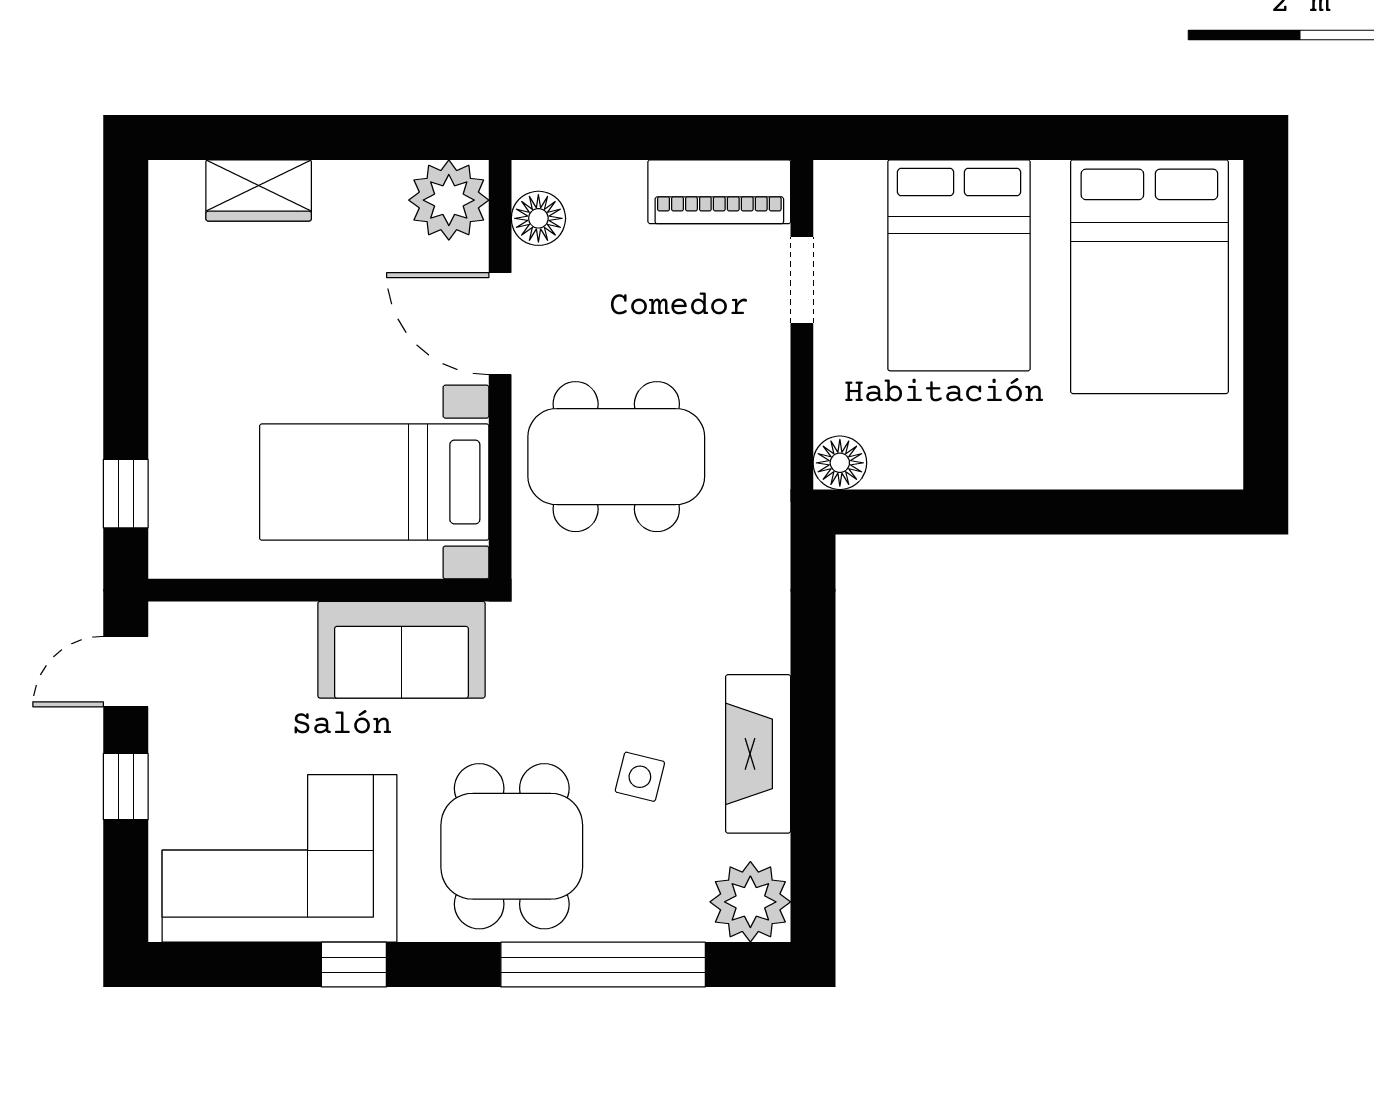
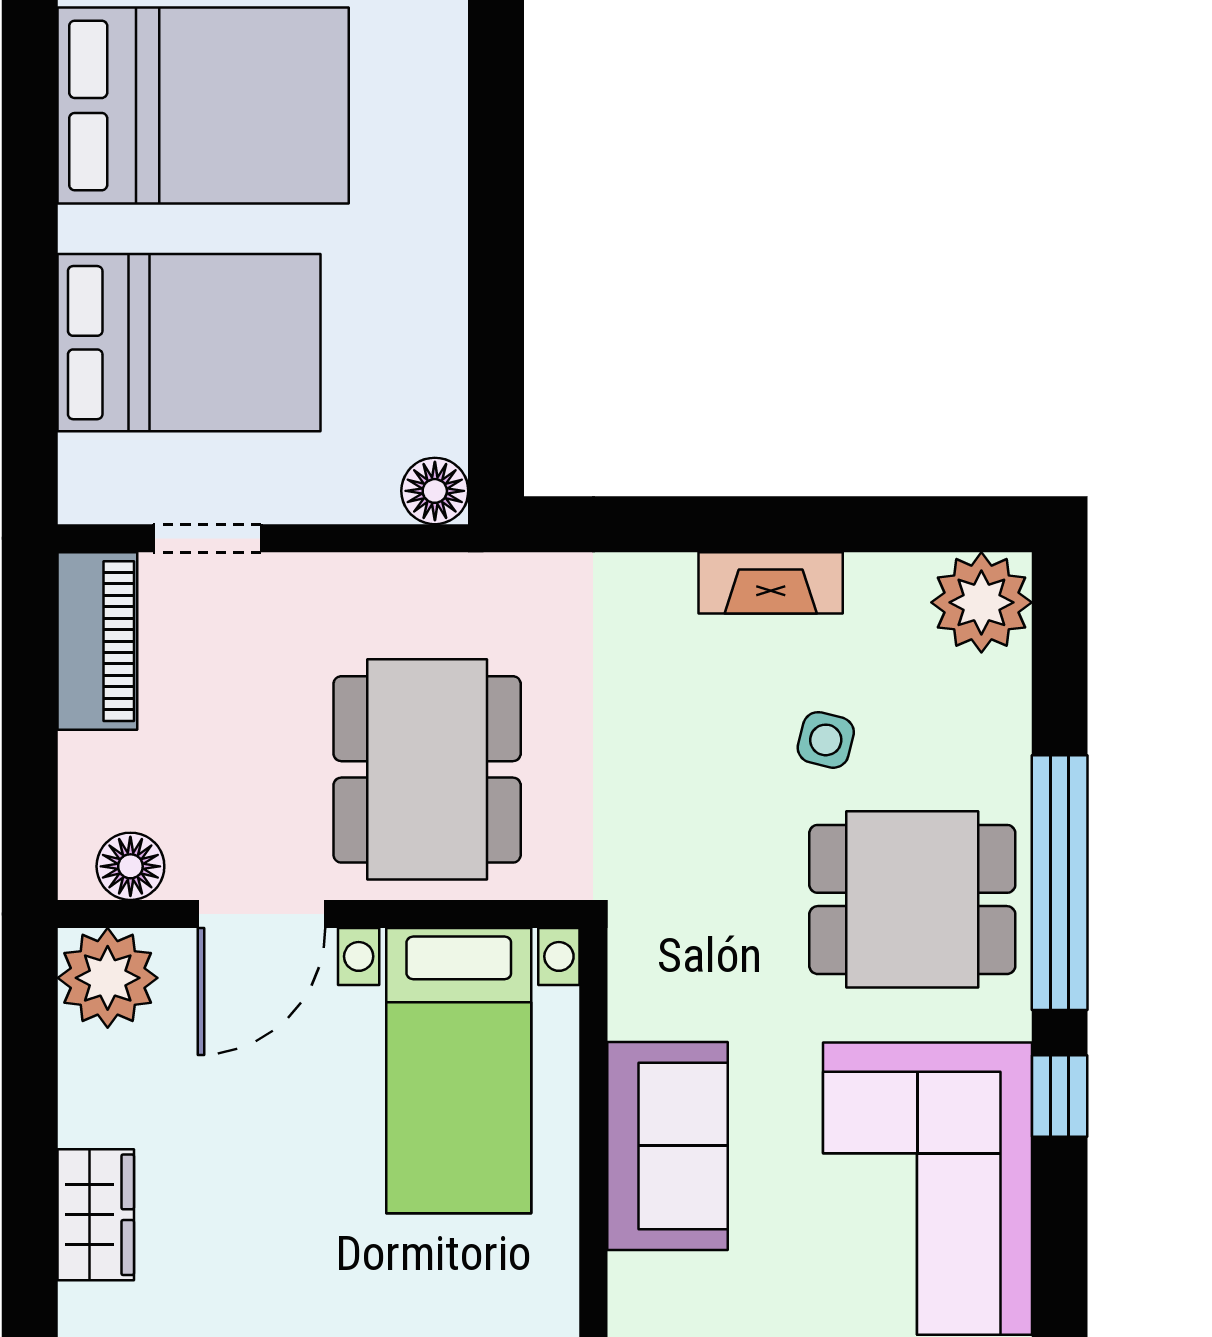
sofa: (401, 650) -> (668, 1146), moved
fireplace: (758, 754) -> (771, 583), width x0.73, depth x0.76
window: (603, 965) -> (1060, 883), moved

